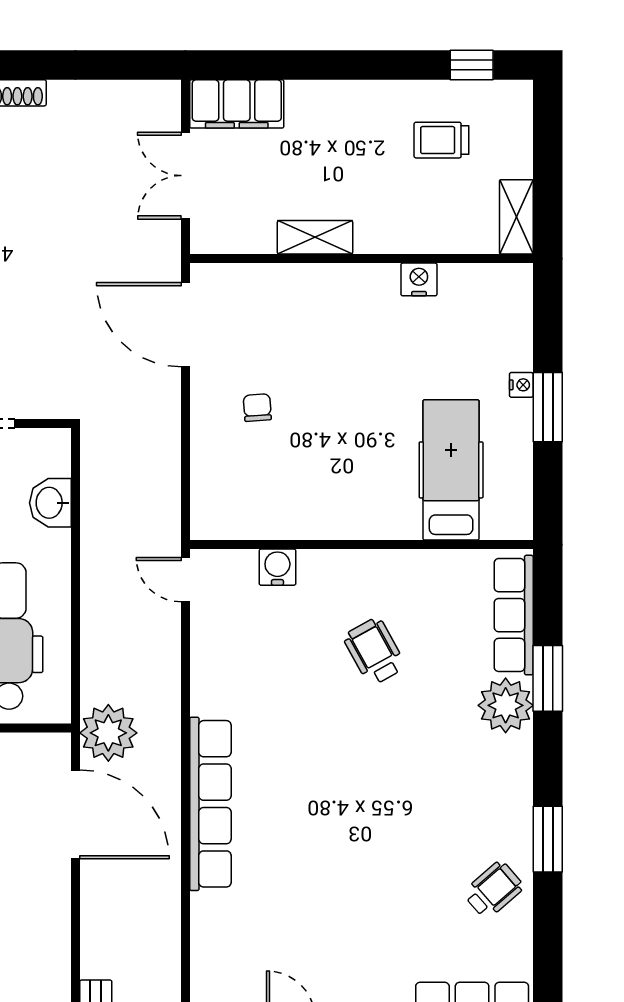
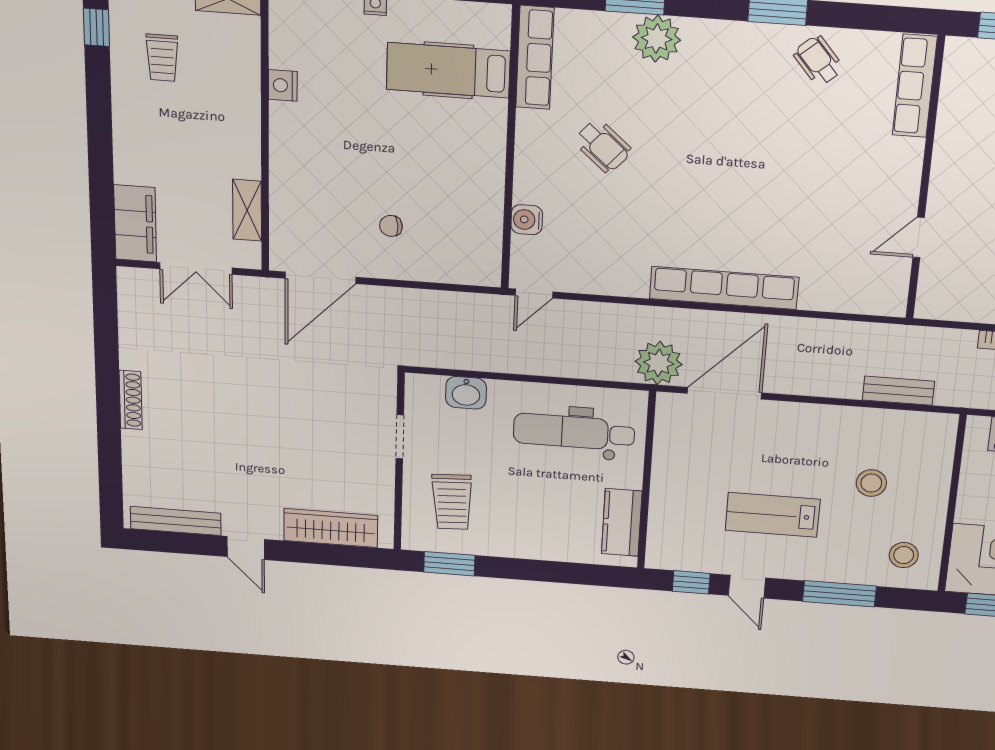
shelving: (315, 237) -> (247, 210), moved
row of seats: (514, 615) -> (535, 58), moved, turned -90
wheelchair: (374, 651) -> (603, 146), turned -110

